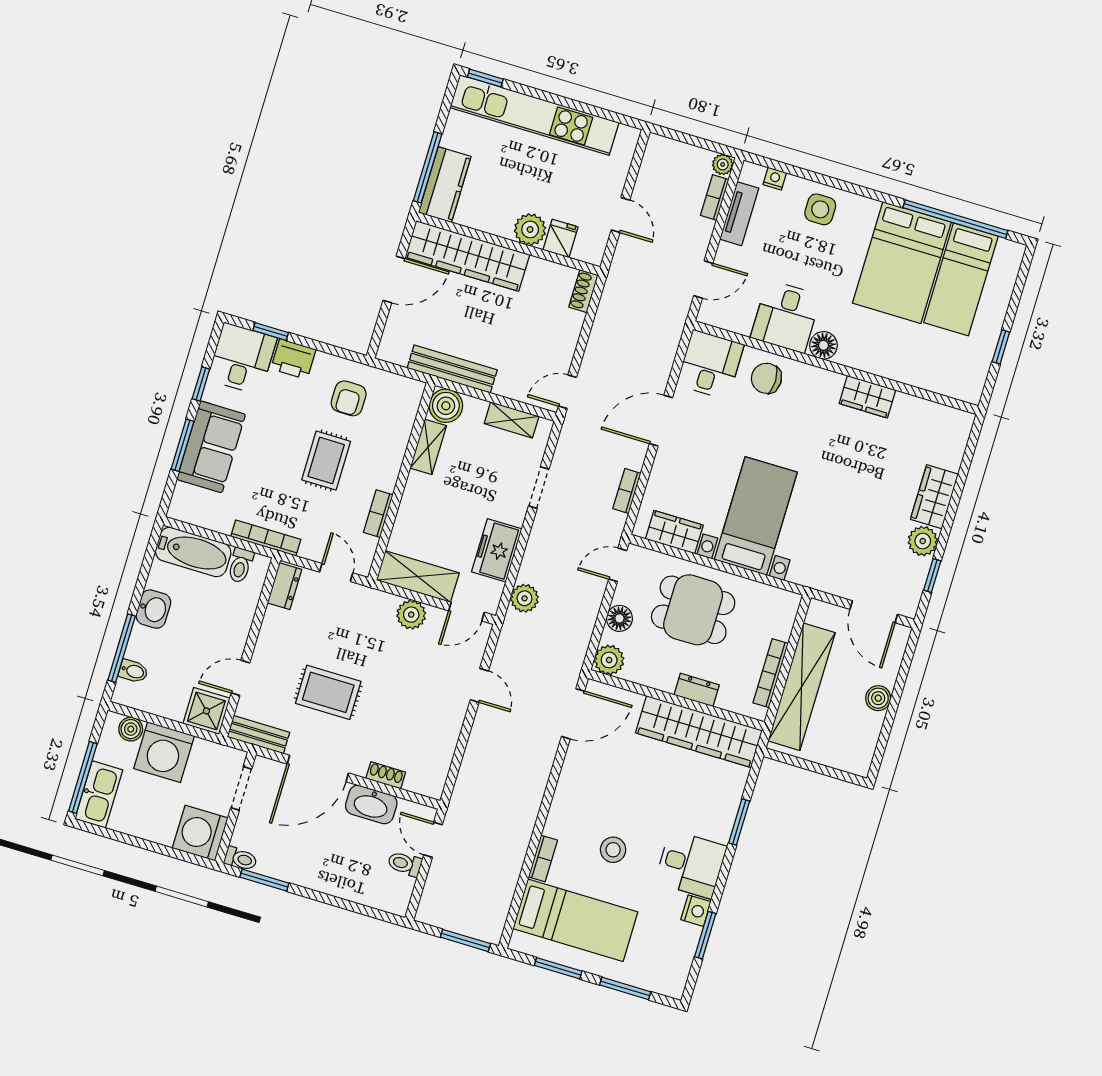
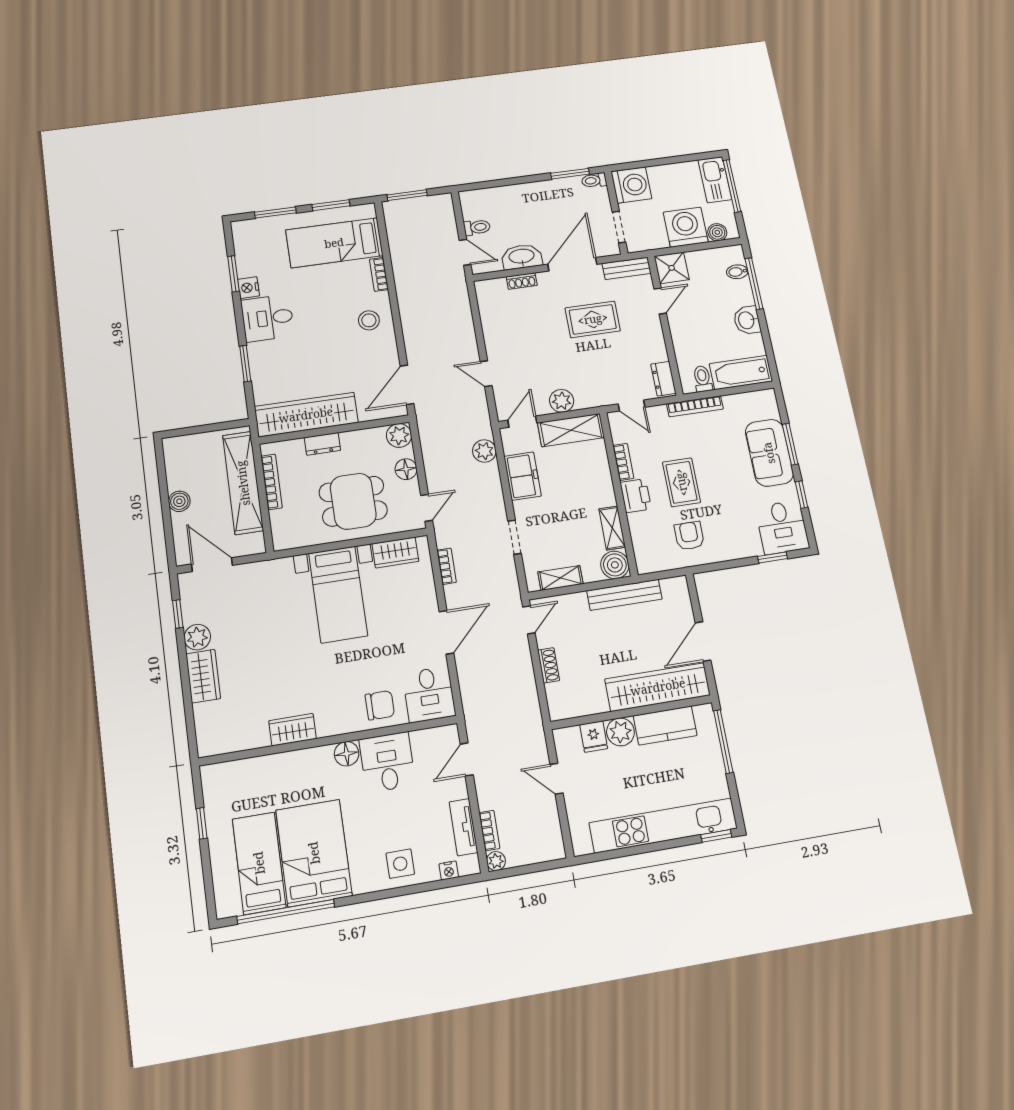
kitchen counter: (445, 185) -> (665, 726), moved, turned -90
shoe rack: (583, 291) -> (549, 665), moved
printer: (293, 359) -> (636, 496), moved, turned 90
stool: (613, 850) -> (369, 320), moved

